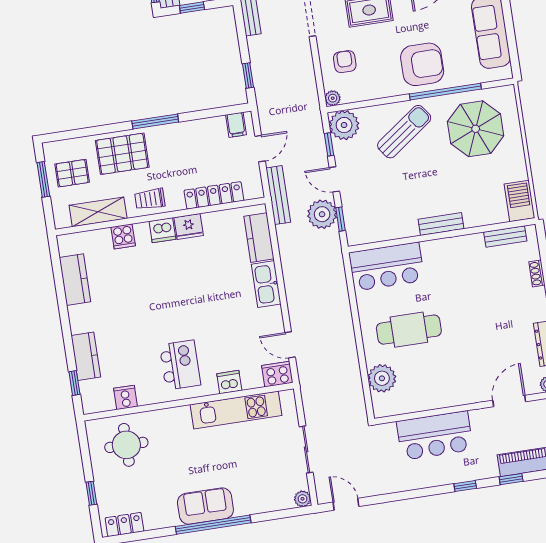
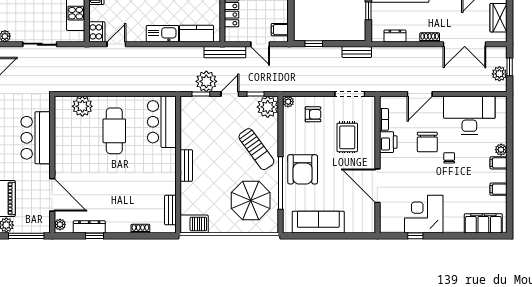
door: (509, 401) -> (52, 195), width x1.36

